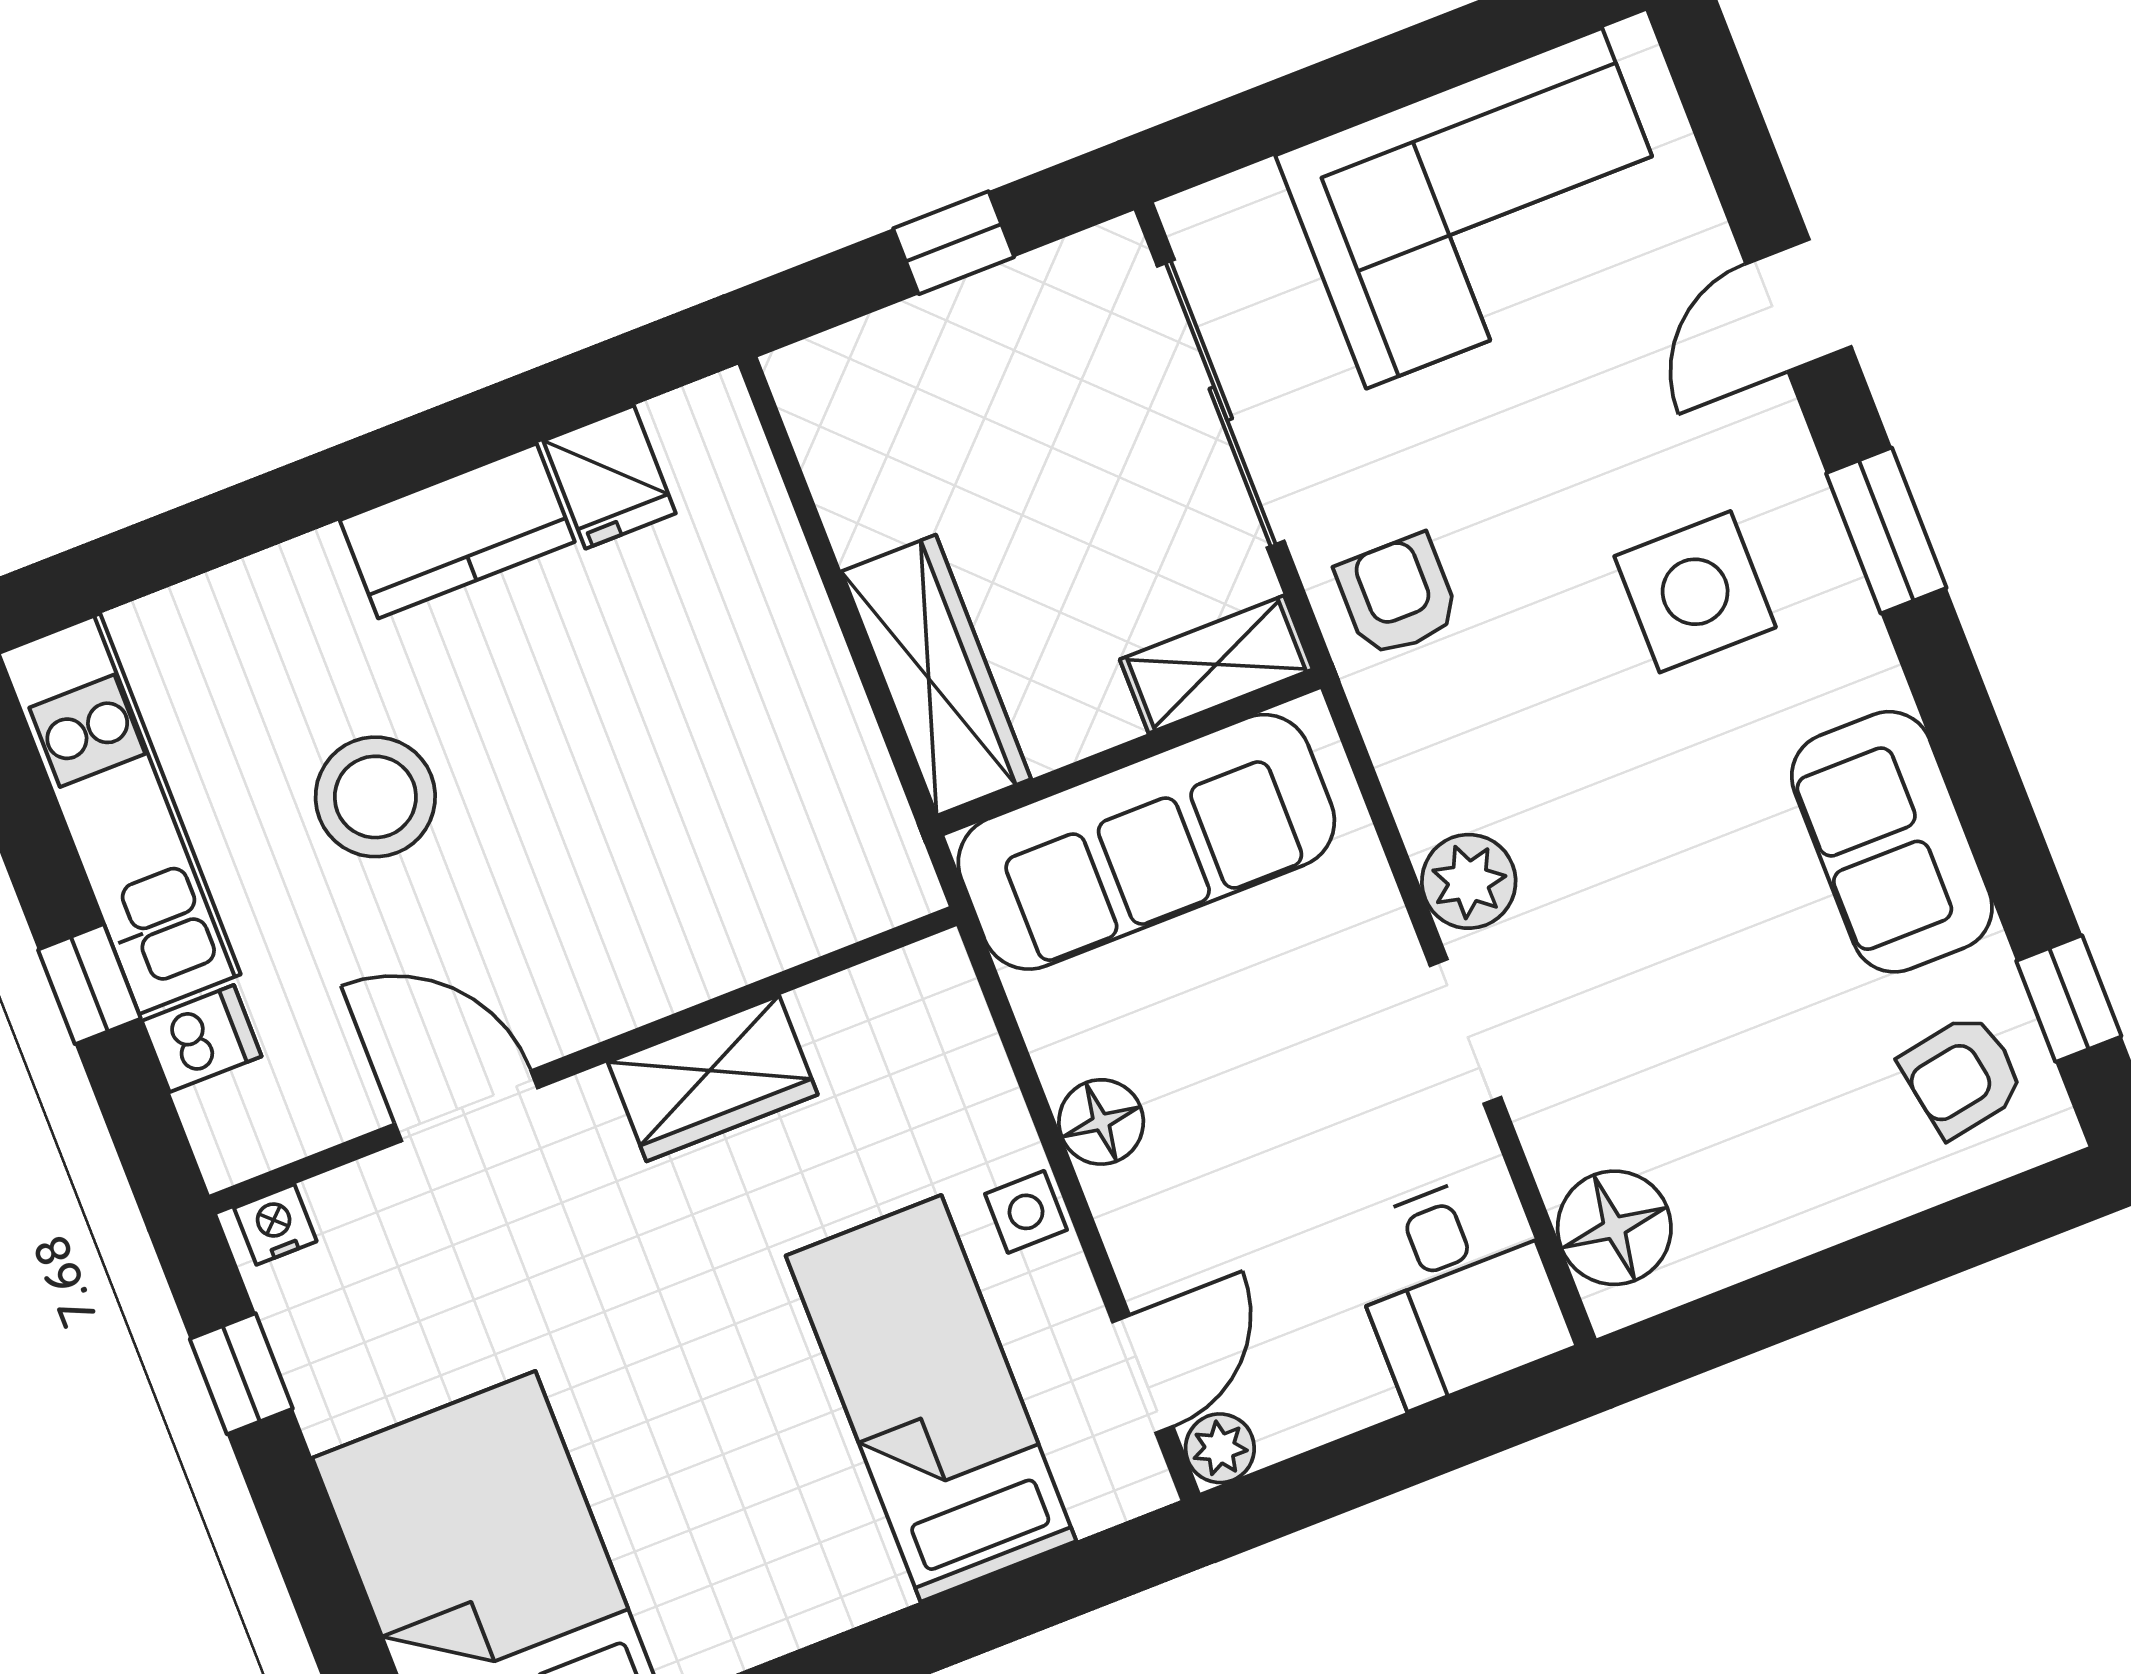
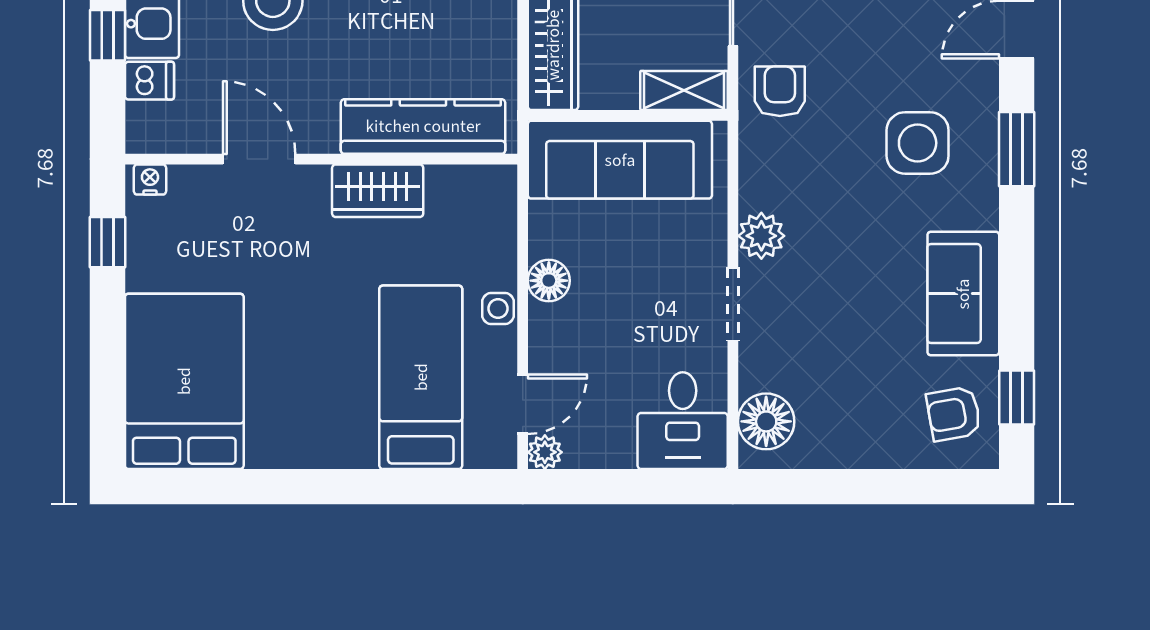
kitchen counter: (751, 924) -> (423, 126), added

